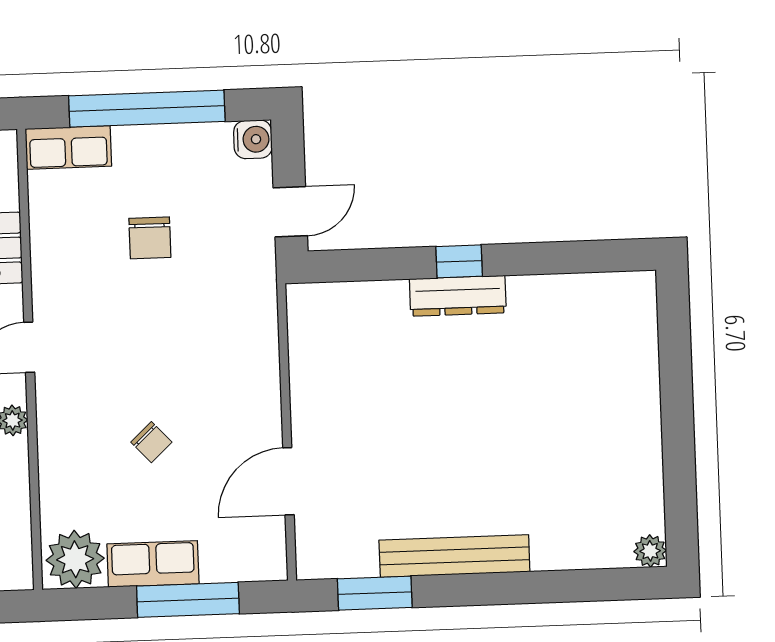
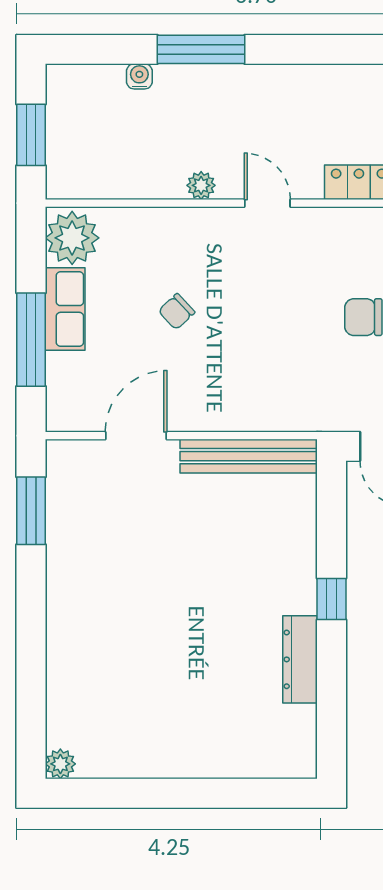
dresser: (458, 296) -> (300, 659), moved
door: (288, 481) -> (136, 436), hinge flipped
bench: (454, 556) -> (249, 456), moved, turned 90

